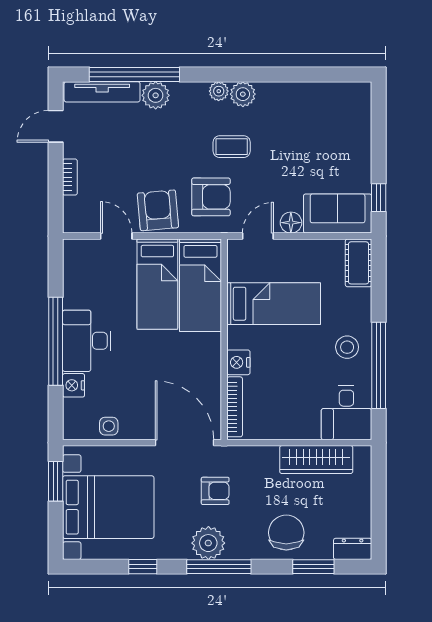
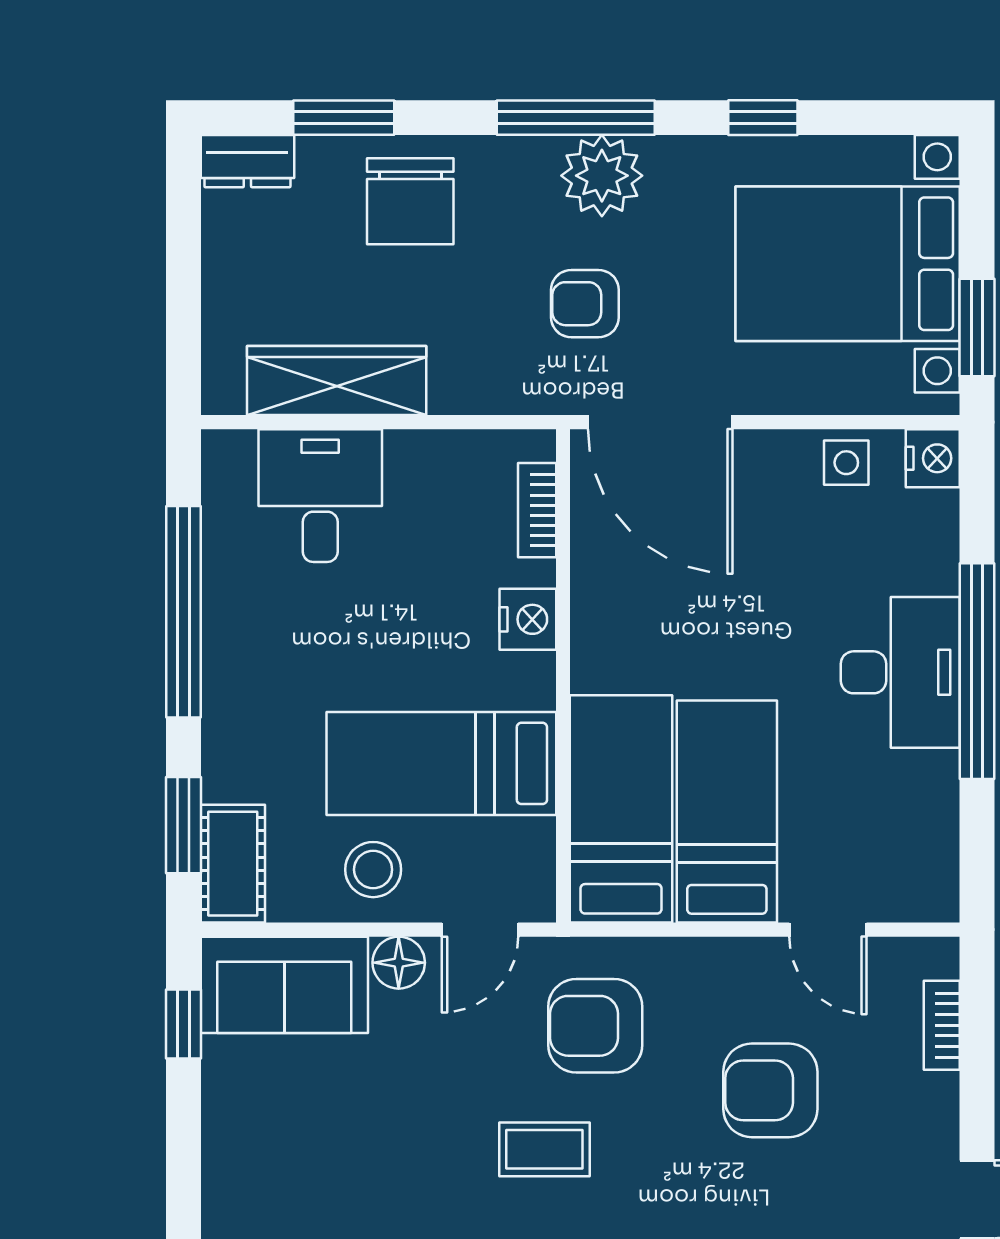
bookcase: (70, 177) -> (942, 1025), moved
armchair: (158, 210) -> (770, 1090), moved, turned 95
window: (379, 279) -> (183, 825), added
stool: (347, 347) -> (373, 870), moved
nightstand: (74, 385) -> (933, 458), moved
bookcase: (235, 407) -> (537, 510), width x0.64
desk: (346, 413) -> (320, 496), moved

